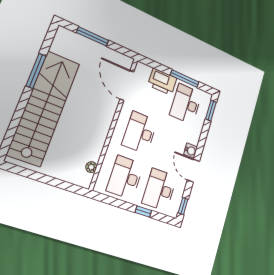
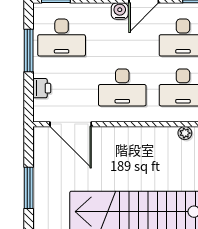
printer: (162, 82) -> (42, 88), width x0.53, depth x0.68
door: (127, 85) -> (71, 124), hinge flipped

